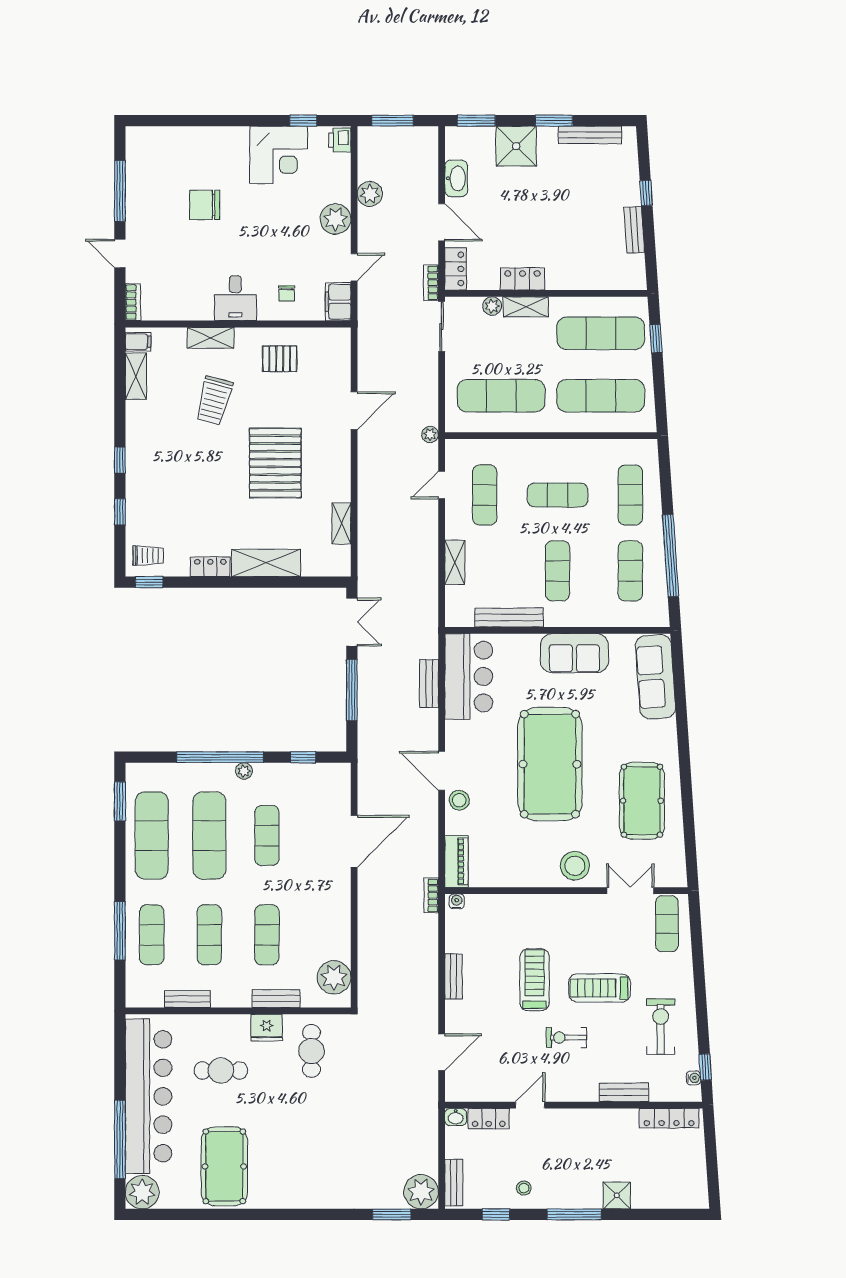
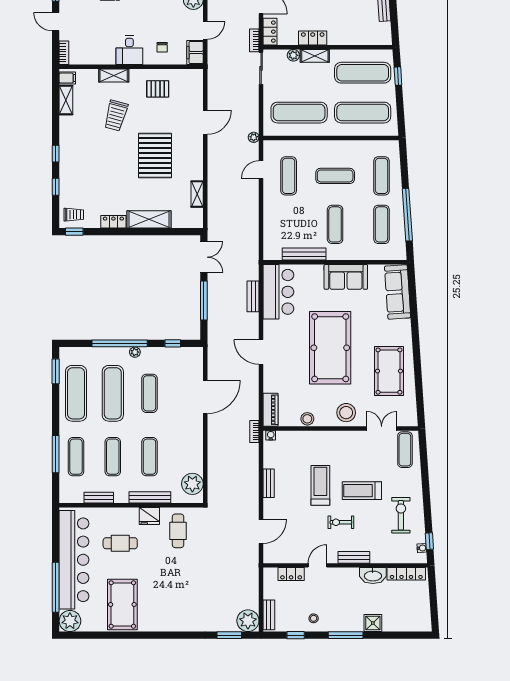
shelving: (455, 562) -> (270, 219), removed
stool: (459, 800) -> (307, 419), moved
bench: (276, 999) -> (150, 497), width x1.36
bench: (624, 1092) -> (354, 557), moved
washbasin: (456, 1117) -> (373, 576), moved, width x1.91, depth x1.45

